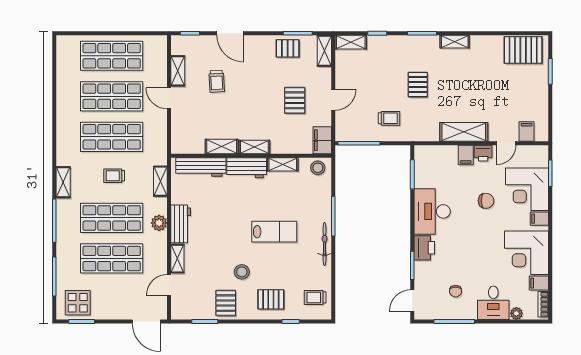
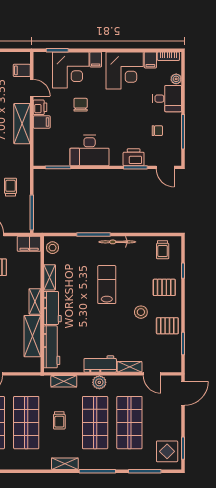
shelving: (222, 146) -> (32, 336), width x1.50, depth x1.33
printer: (424, 248) -> (134, 157), moved
pallet: (271, 299) -> (164, 287), turned 90

